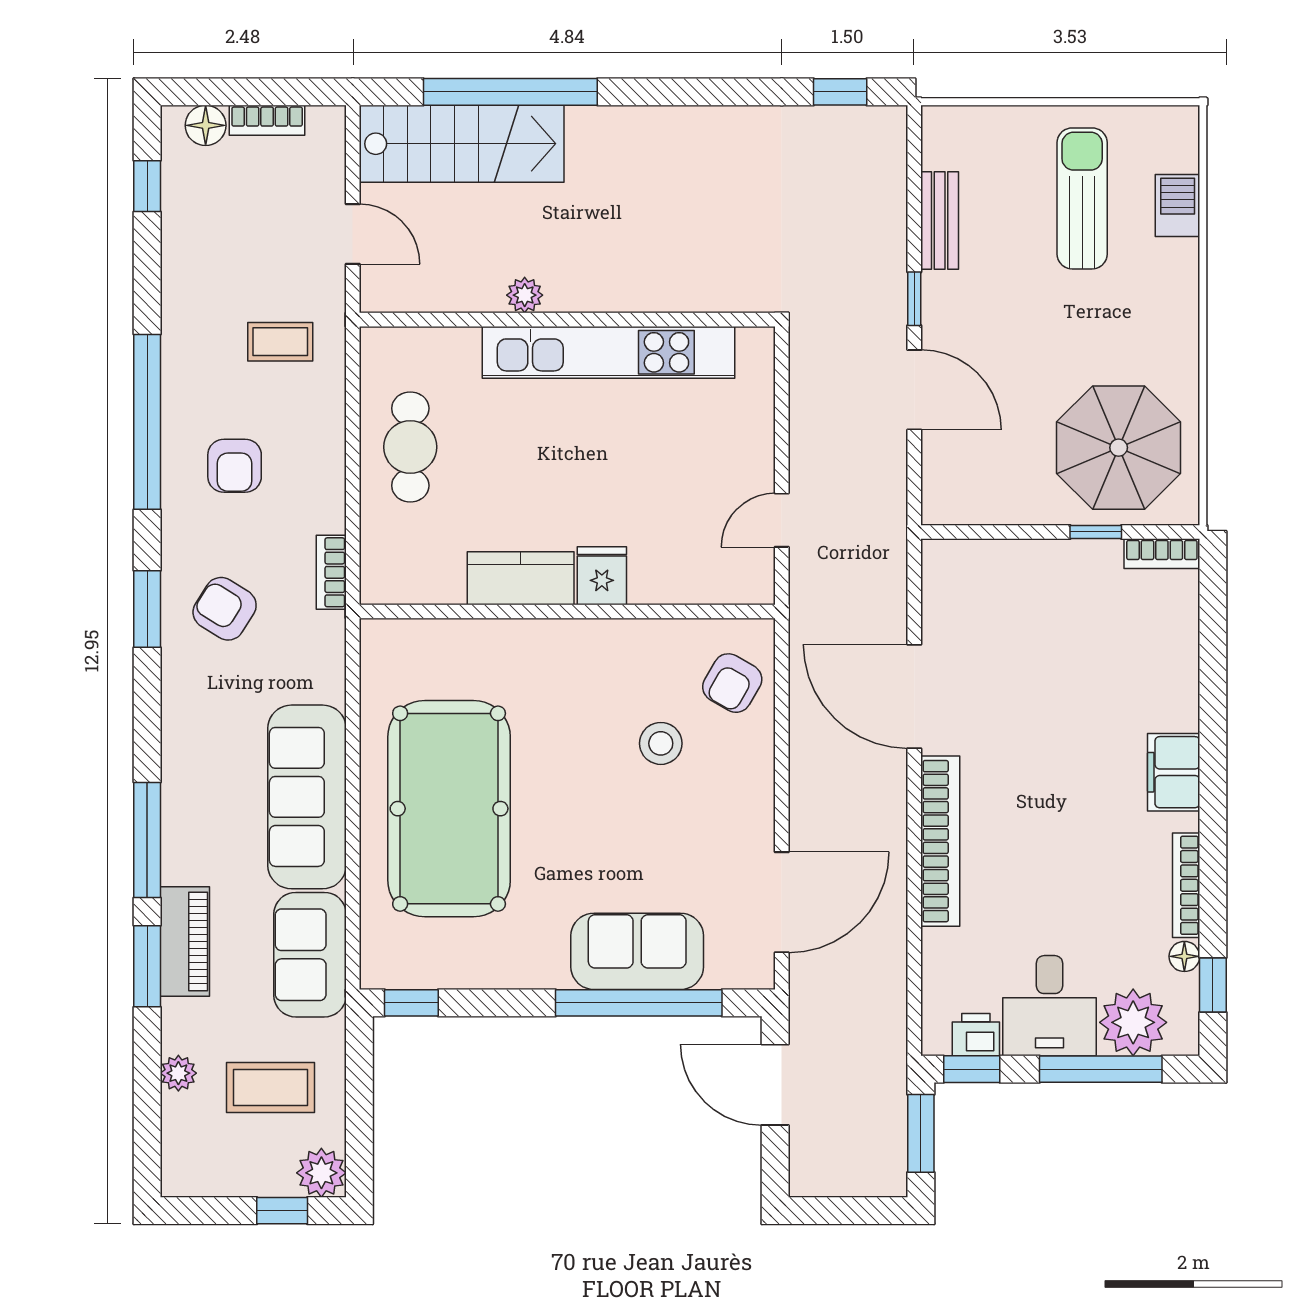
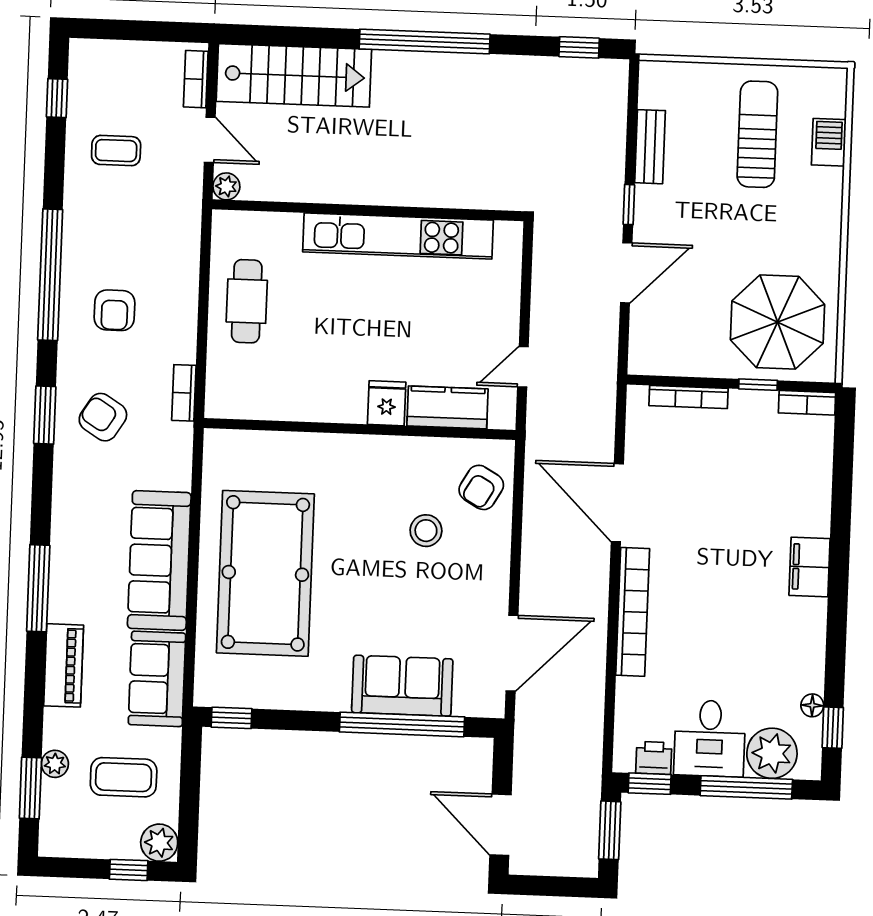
window: (510, 92) -> (425, 41), moved
bookcase: (267, 120) -> (196, 79), moved, turned 90
floor lamp: (206, 125) -> (103, 54), removed
plant: (525, 295) -> (226, 186), moved
coffee table: (280, 342) -> (116, 151), moved
door: (914, 390) -> (626, 273), hinge flipped
kitchen counter: (521, 578) -> (447, 407), moved
bookcase: (1186, 885) -> (689, 397), moved, turned -90
window: (147, 966) -> (30, 788), moved
door: (775, 1085) -> (500, 825), moved

